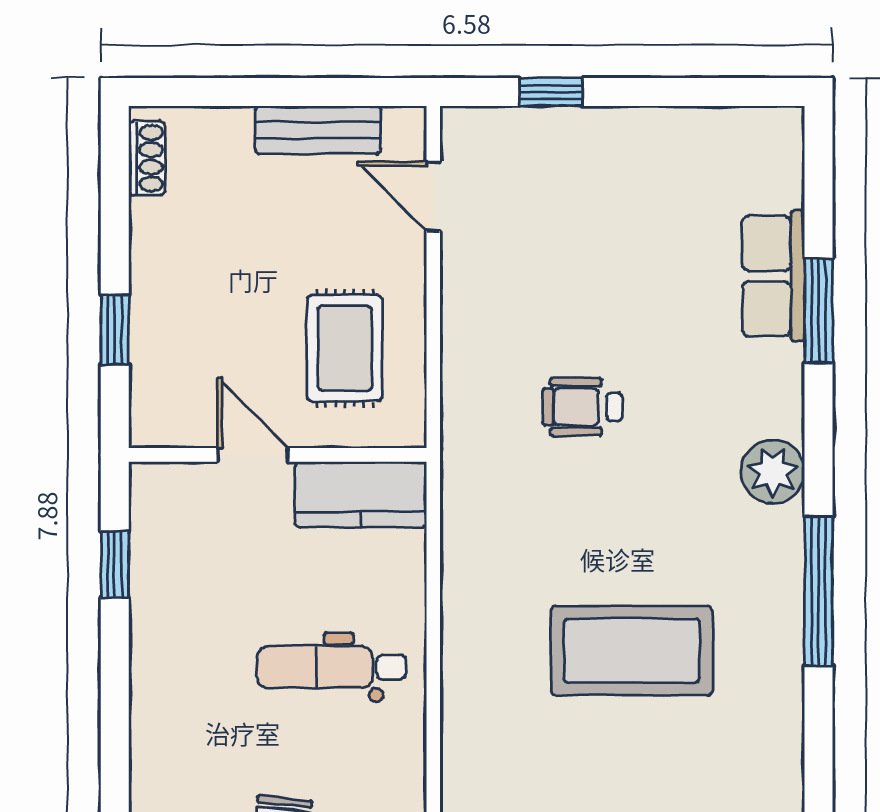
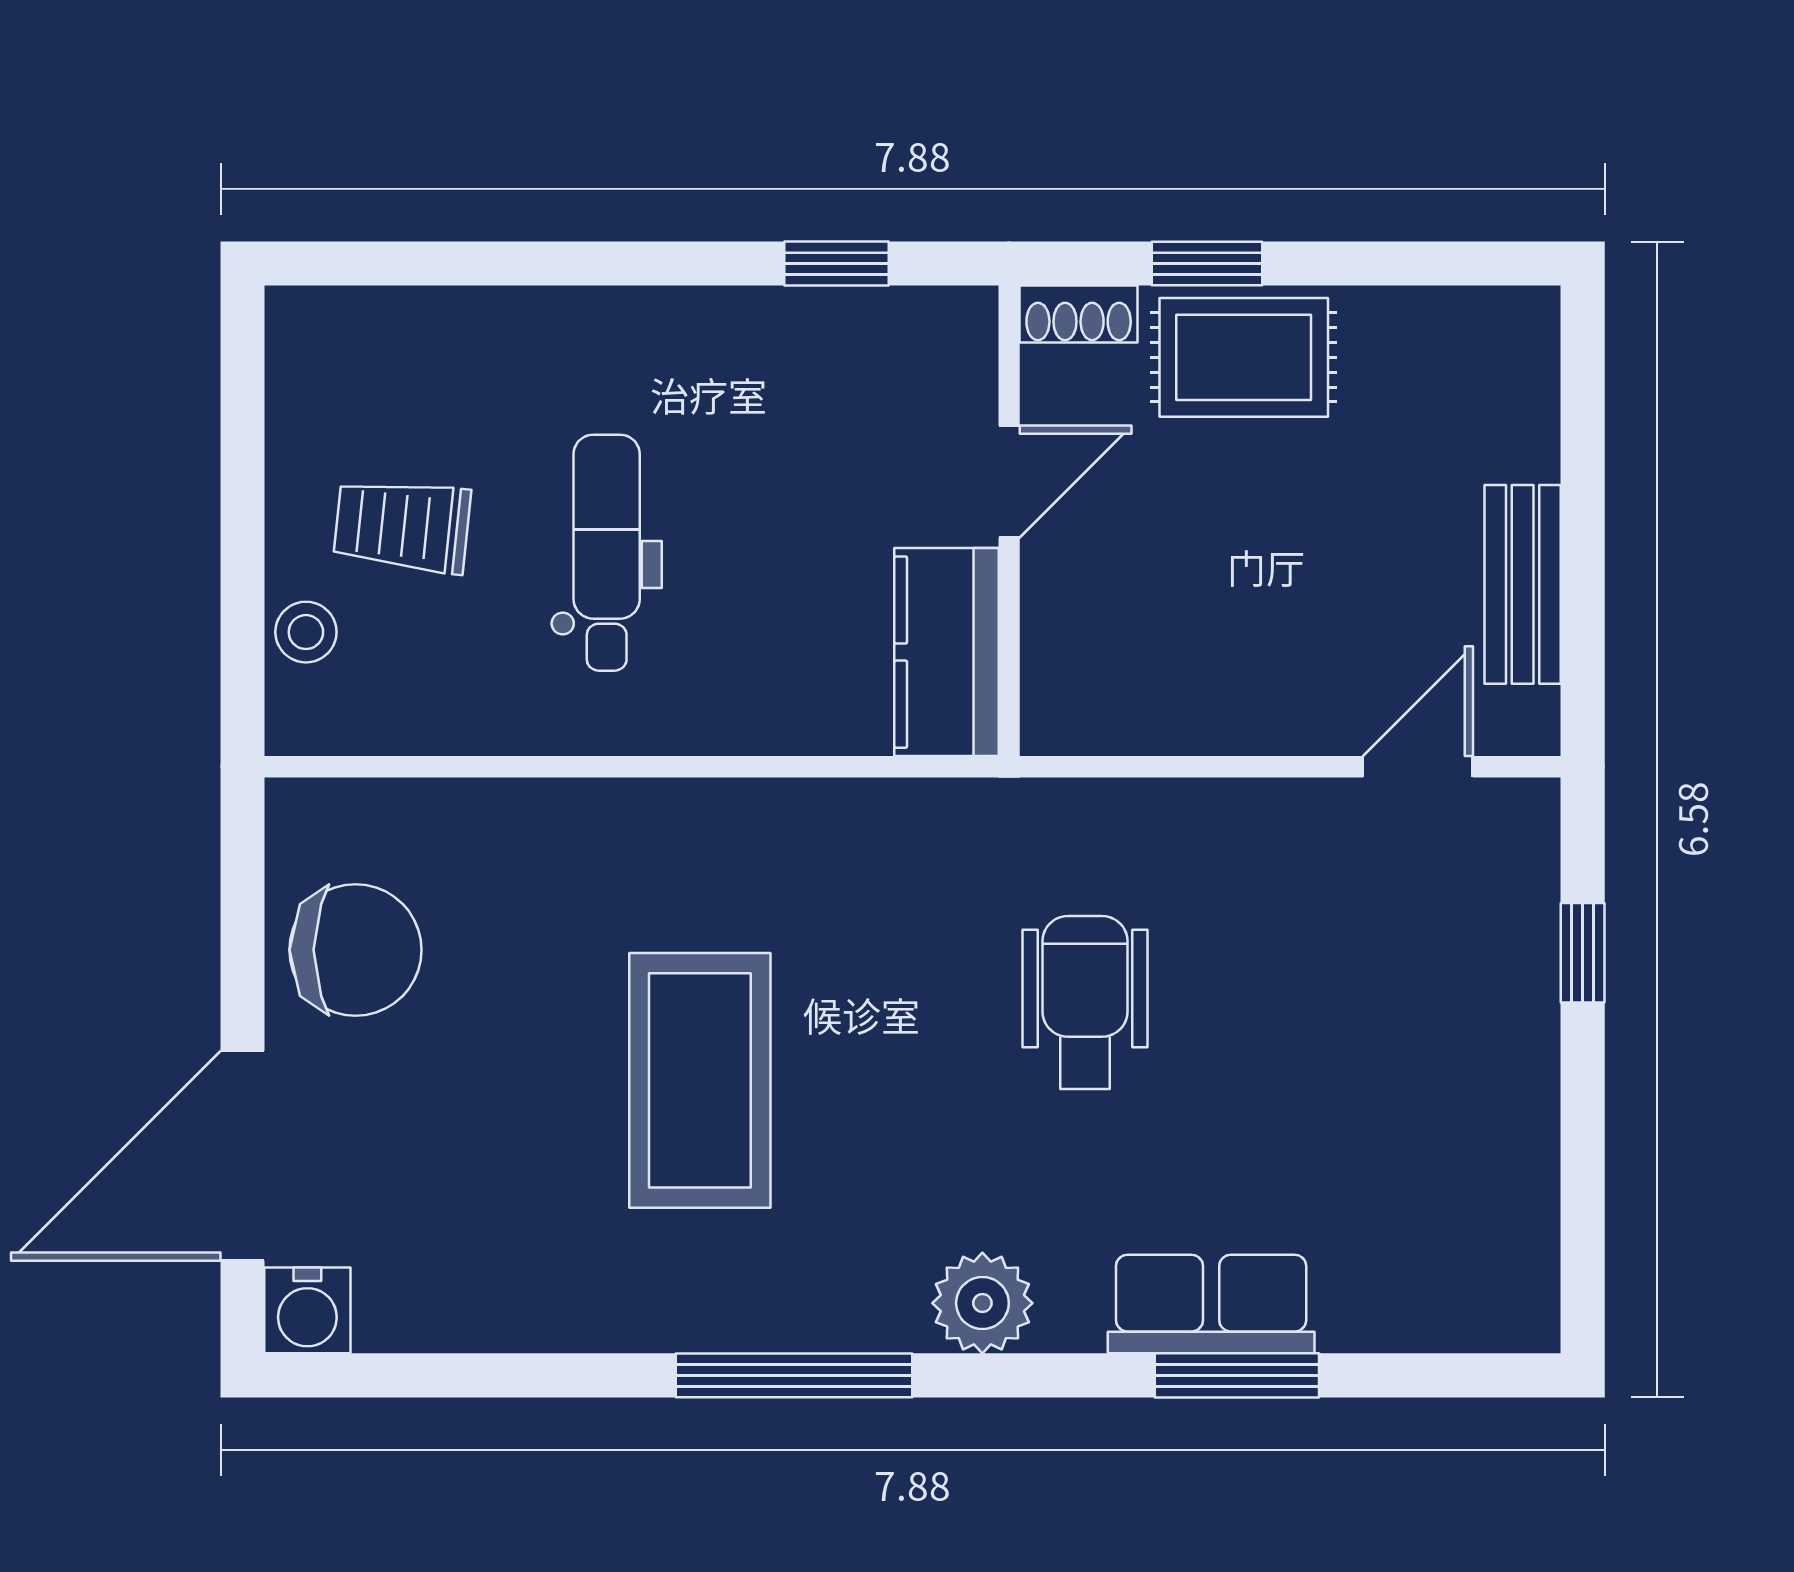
shoe rack: (147, 158) -> (1079, 314), moved
row of seats: (773, 276) -> (1211, 1304), moved
rug: (345, 348) -> (1244, 357), moved
wheelchair: (582, 407) -> (1085, 1002), width x1.36, depth x1.37
dental chair: (331, 667) -> (607, 553), moved

